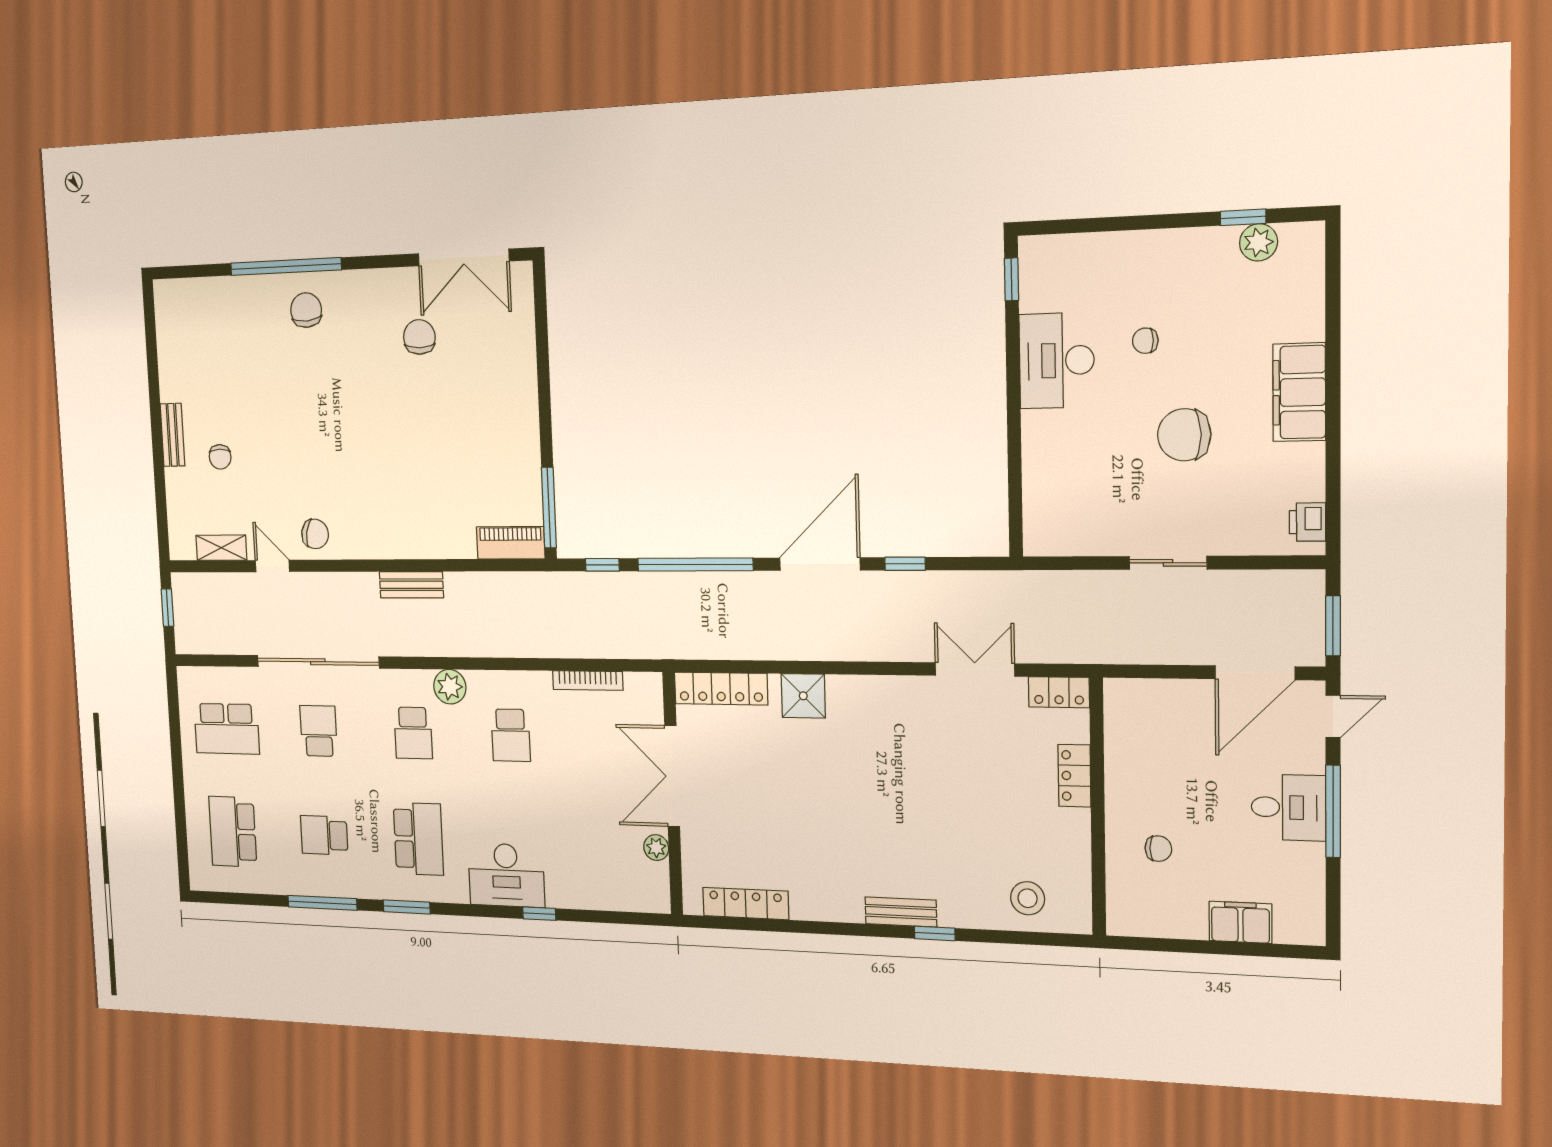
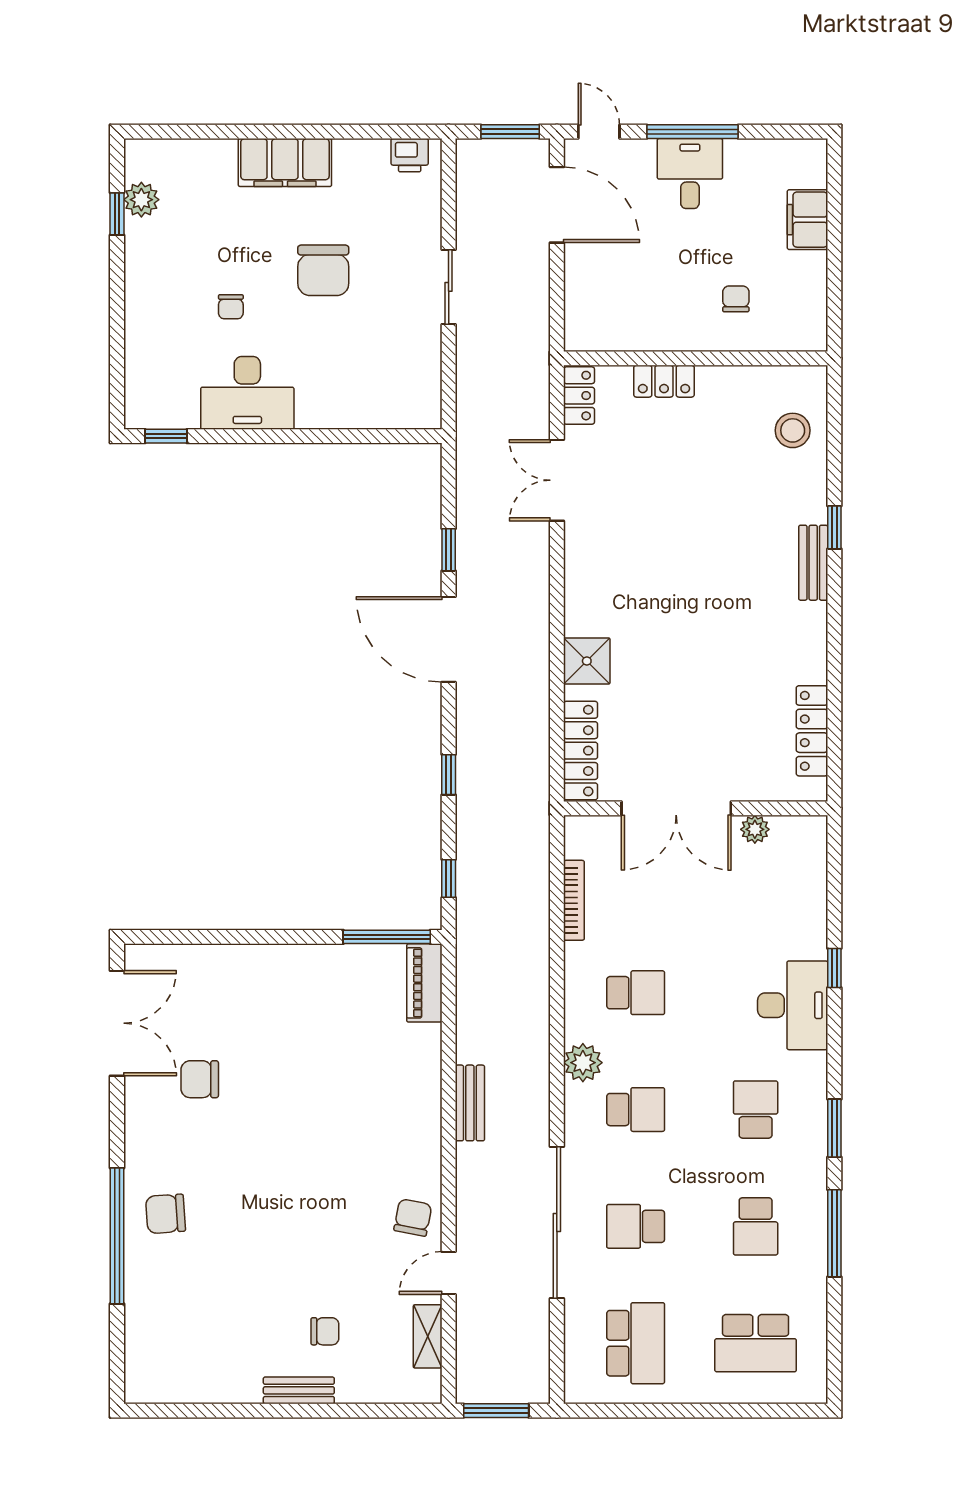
window: (695, 564) -> (449, 775), width x0.32
window: (167, 608) -> (496, 1411), width x1.50
school desk: (418, 839) -> (756, 1110), width x0.54

